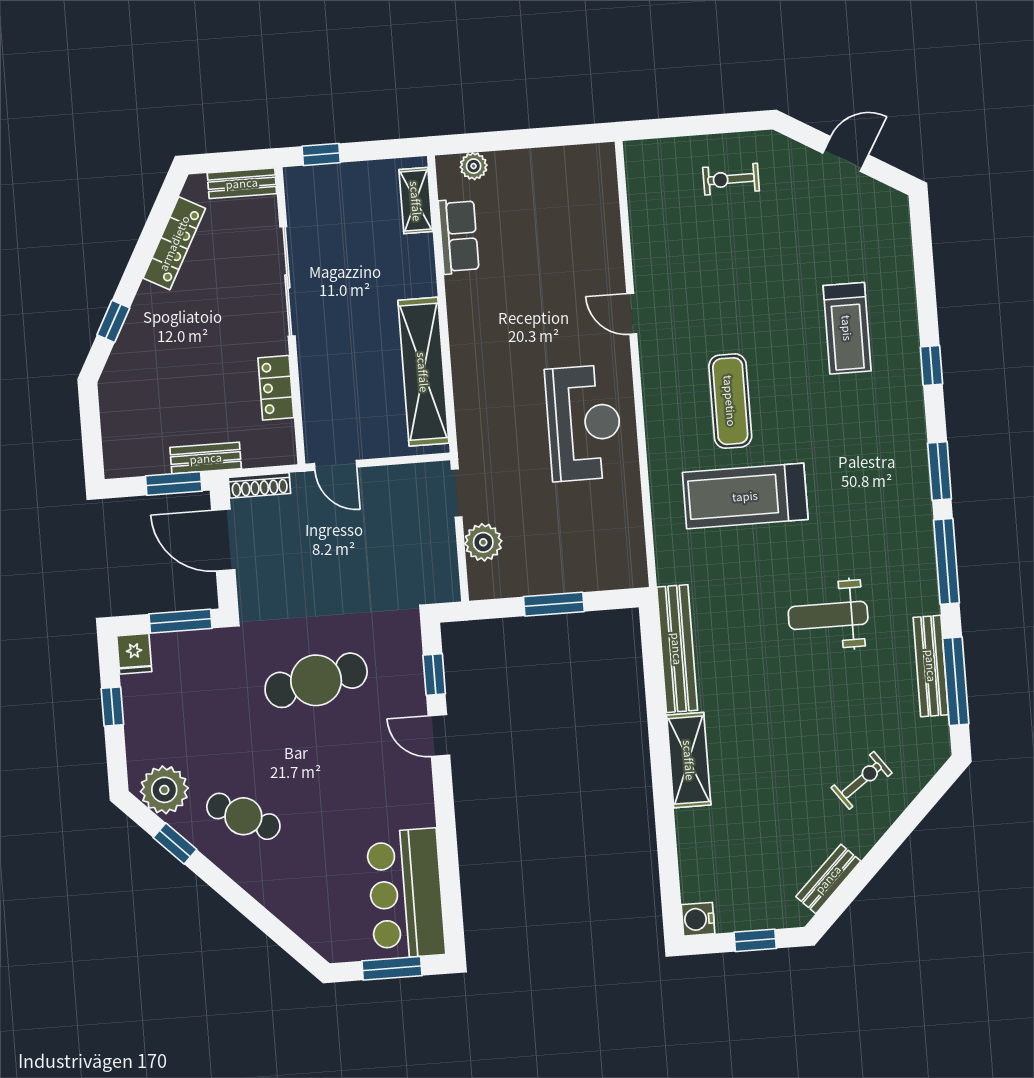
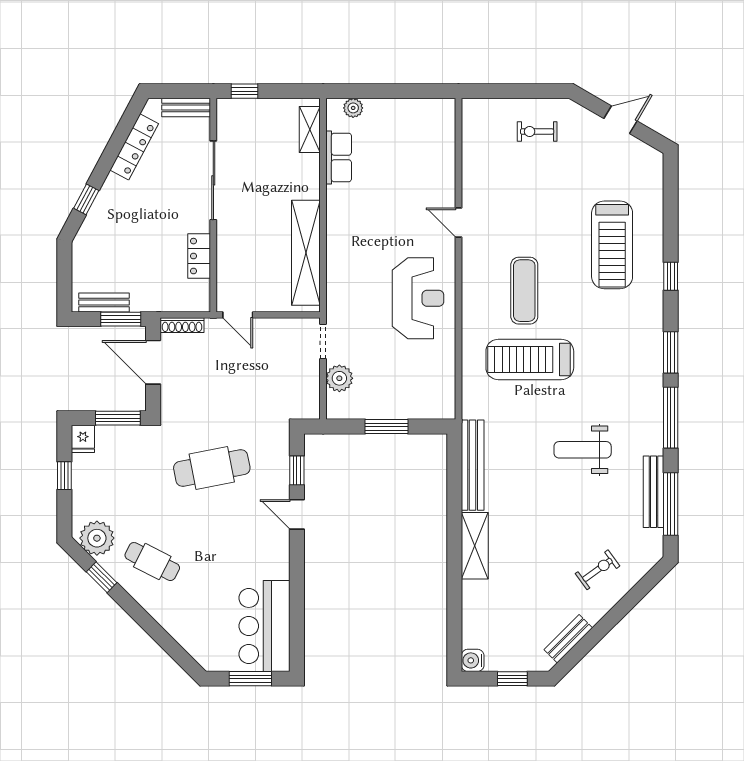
treadmill: (847, 328) -> (612, 245), width x1.37, depth x1.38
bench: (206, 458) -> (104, 302), moved

